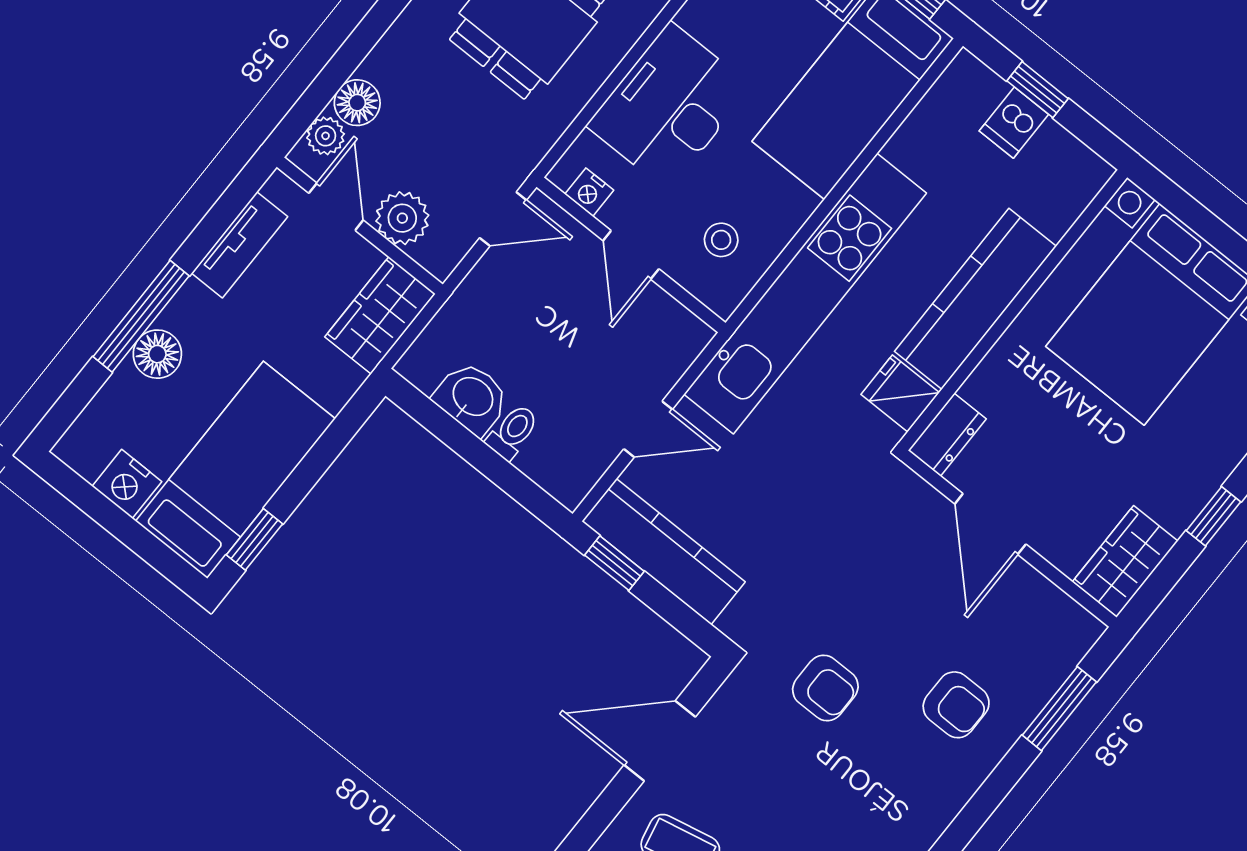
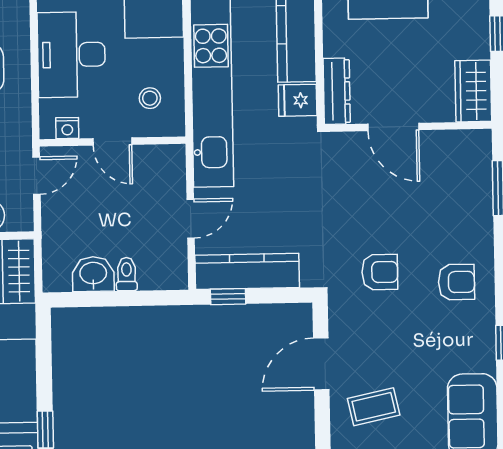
dresser: (947, 435) -> (337, 91), width x1.44
armchair: (956, 705) -> (456, 282), moved

